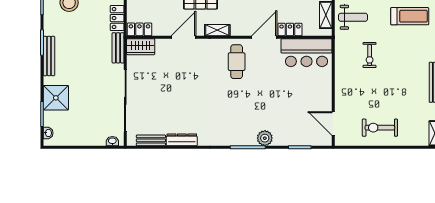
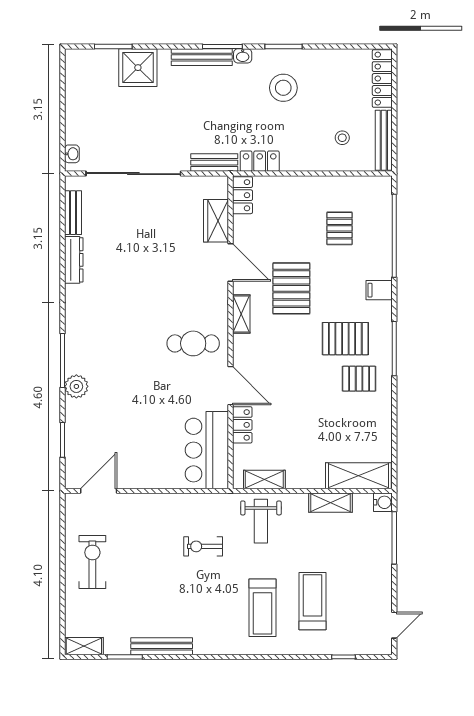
wardrobe: (141, 47) -> (216, 221), moved
washbasin: (48, 133) -> (243, 56), moved

